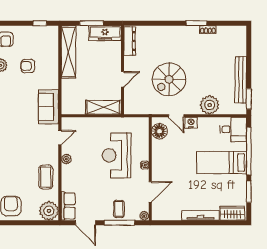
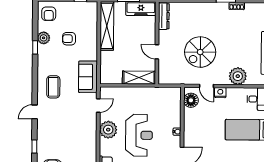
door: (122, 79) -> (157, 52), swing flipped
reception desk: (116, 155) -> (139, 135), moved, turned 180
plant: (66, 159) -> (108, 130), width x1.88, depth x1.88
coffee table: (46, 177) -> (53, 87), moved

